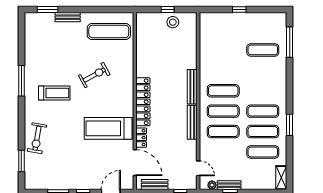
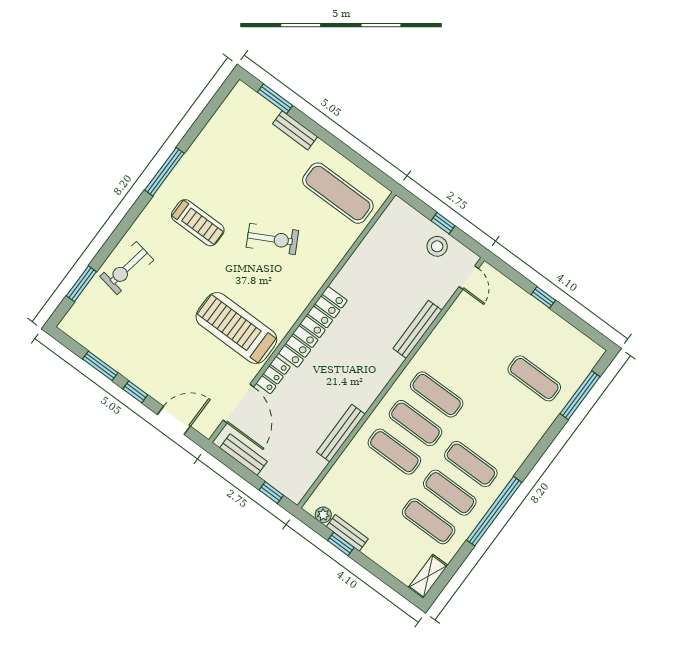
bench: (192, 87) -> (418, 329), moved
bench: (192, 122) -> (341, 433), moved
window: (290, 125) -> (494, 511), width x2.11
door: (198, 168) -> (469, 277), moved

